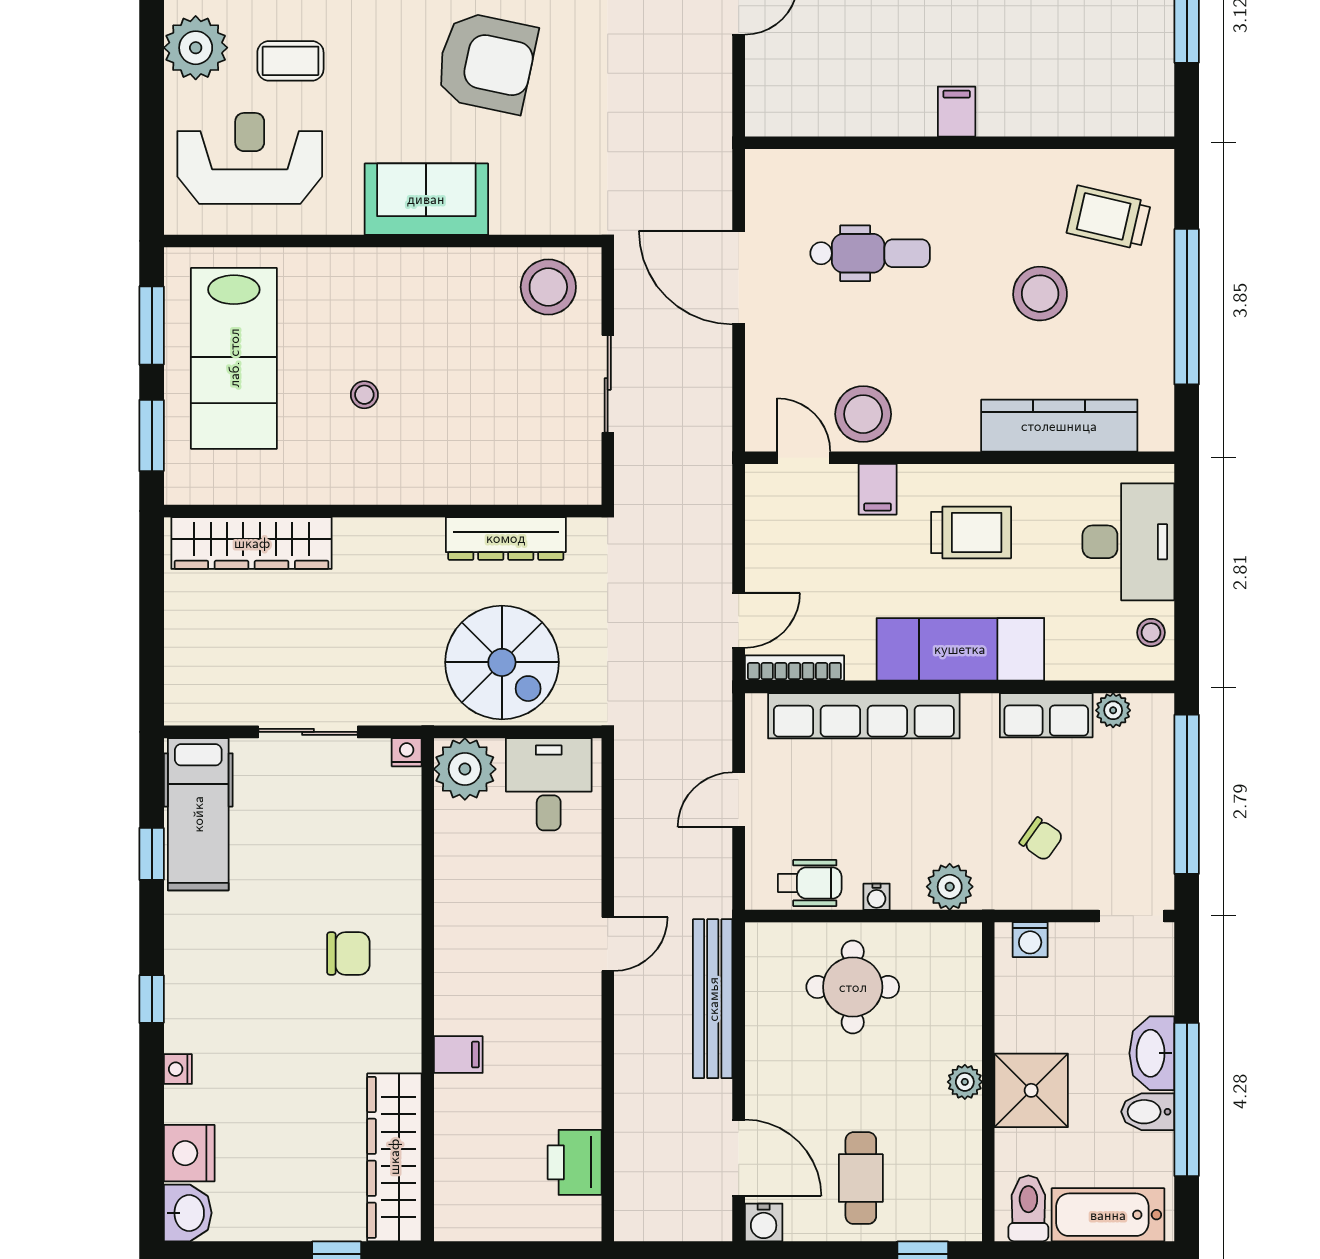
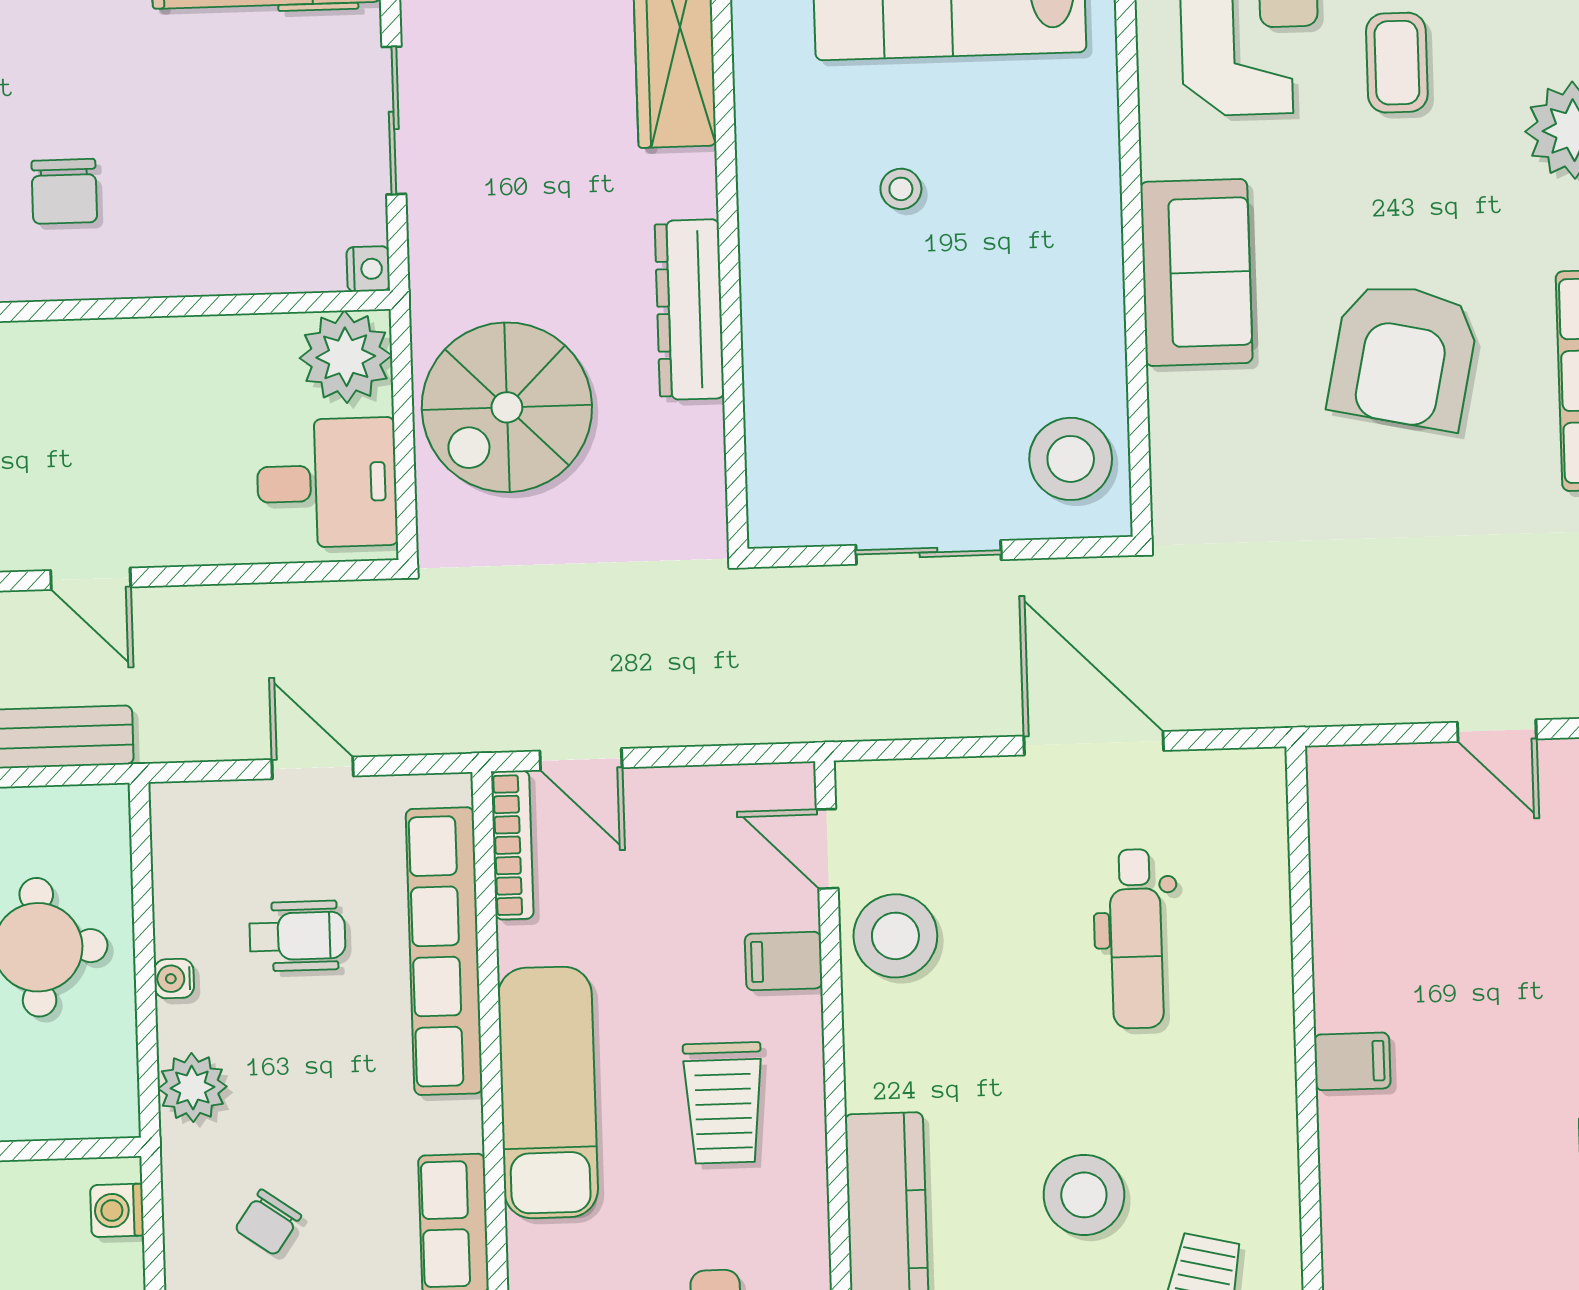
door: (739, 278) -> (1094, 743), hinge flipped
door: (804, 458) -> (827, 849), swing flipped
dresser: (506, 538) -> (689, 310), moved
wheelchair: (810, 883) -> (297, 936), moved, turned -90

